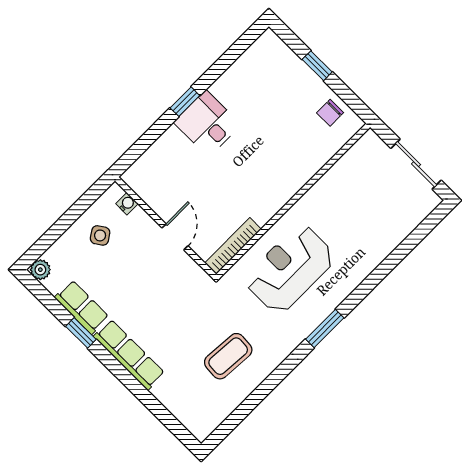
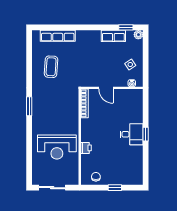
printer: (301, 173) -> (86, 148), added
reception desk: (290, 269) -> (57, 147), moved, turned 90
window: (81, 333) -> (126, 27), moved
row of seats: (129, 355) -> (58, 36), moved

